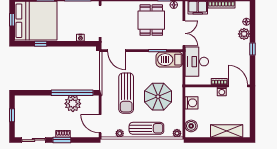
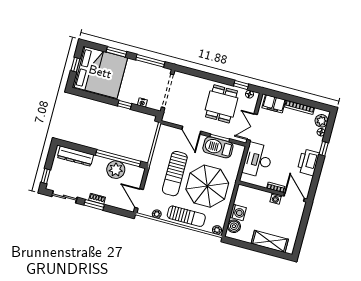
double door: (184, 33) -> (252, 127), swing flipped
plant: (244, 34) -> (321, 121), moved
window: (41, 44) -> (125, 105), moved
window: (253, 49) -> (324, 149), moved
door: (116, 51) -> (191, 130), moved
printer: (242, 52) -> (308, 162), added
barbecue: (169, 60) -> (218, 147), moved
parasol: (158, 97) -> (207, 186), width x1.36, depth x1.36
dresser: (34, 101) -> (75, 156), added
washing machine: (192, 103) -> (238, 213), moved
window: (12, 115) -> (46, 176), moved

